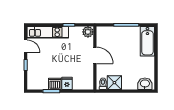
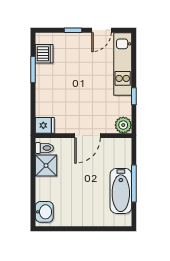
bathtub: (147, 41) -> (121, 191), moved, turned -90
fridge: (67, 83) -> (45, 125), moved
dishwasher: (55, 84) -> (44, 54), moved

